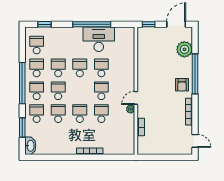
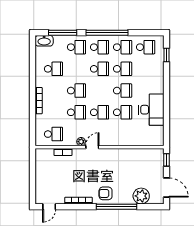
window: (92, 24) -> (166, 103), removed
door: (136, 98) -> (92, 147), hinge flipped
school desk: (58, 114) -> (53, 69), moved
window: (22, 127) -> (63, 33), width x1.44
school desk: (123, 136) -> (53, 134), added

